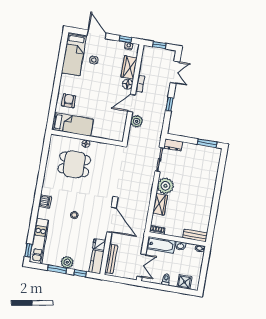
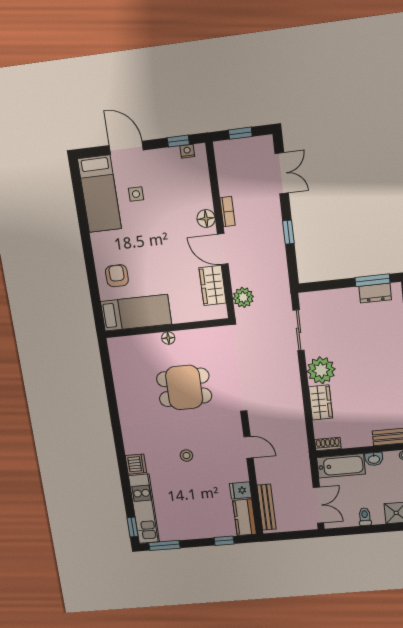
wardrobe: (129, 67) -> (213, 286), moved
door: (132, 103) -> (223, 249), hinge flipped
plant: (137, 121) -> (243, 297), moved
dresser: (173, 145) -> (375, 293), moved
dining table: (74, 164) -> (184, 387), moved
dishwasher: (45, 201) -> (136, 464), moved
door: (112, 220) -> (248, 447), width x0.53
plant: (67, 262) -> (199, 529), removed
window: (57, 269) -> (165, 545), moved

